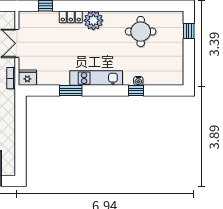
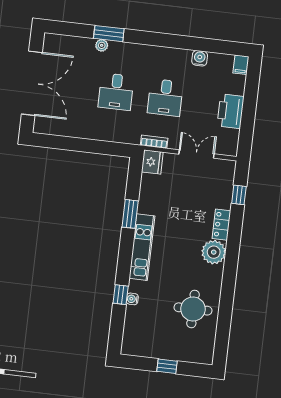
window: (189, 31) -> (167, 366), moved

